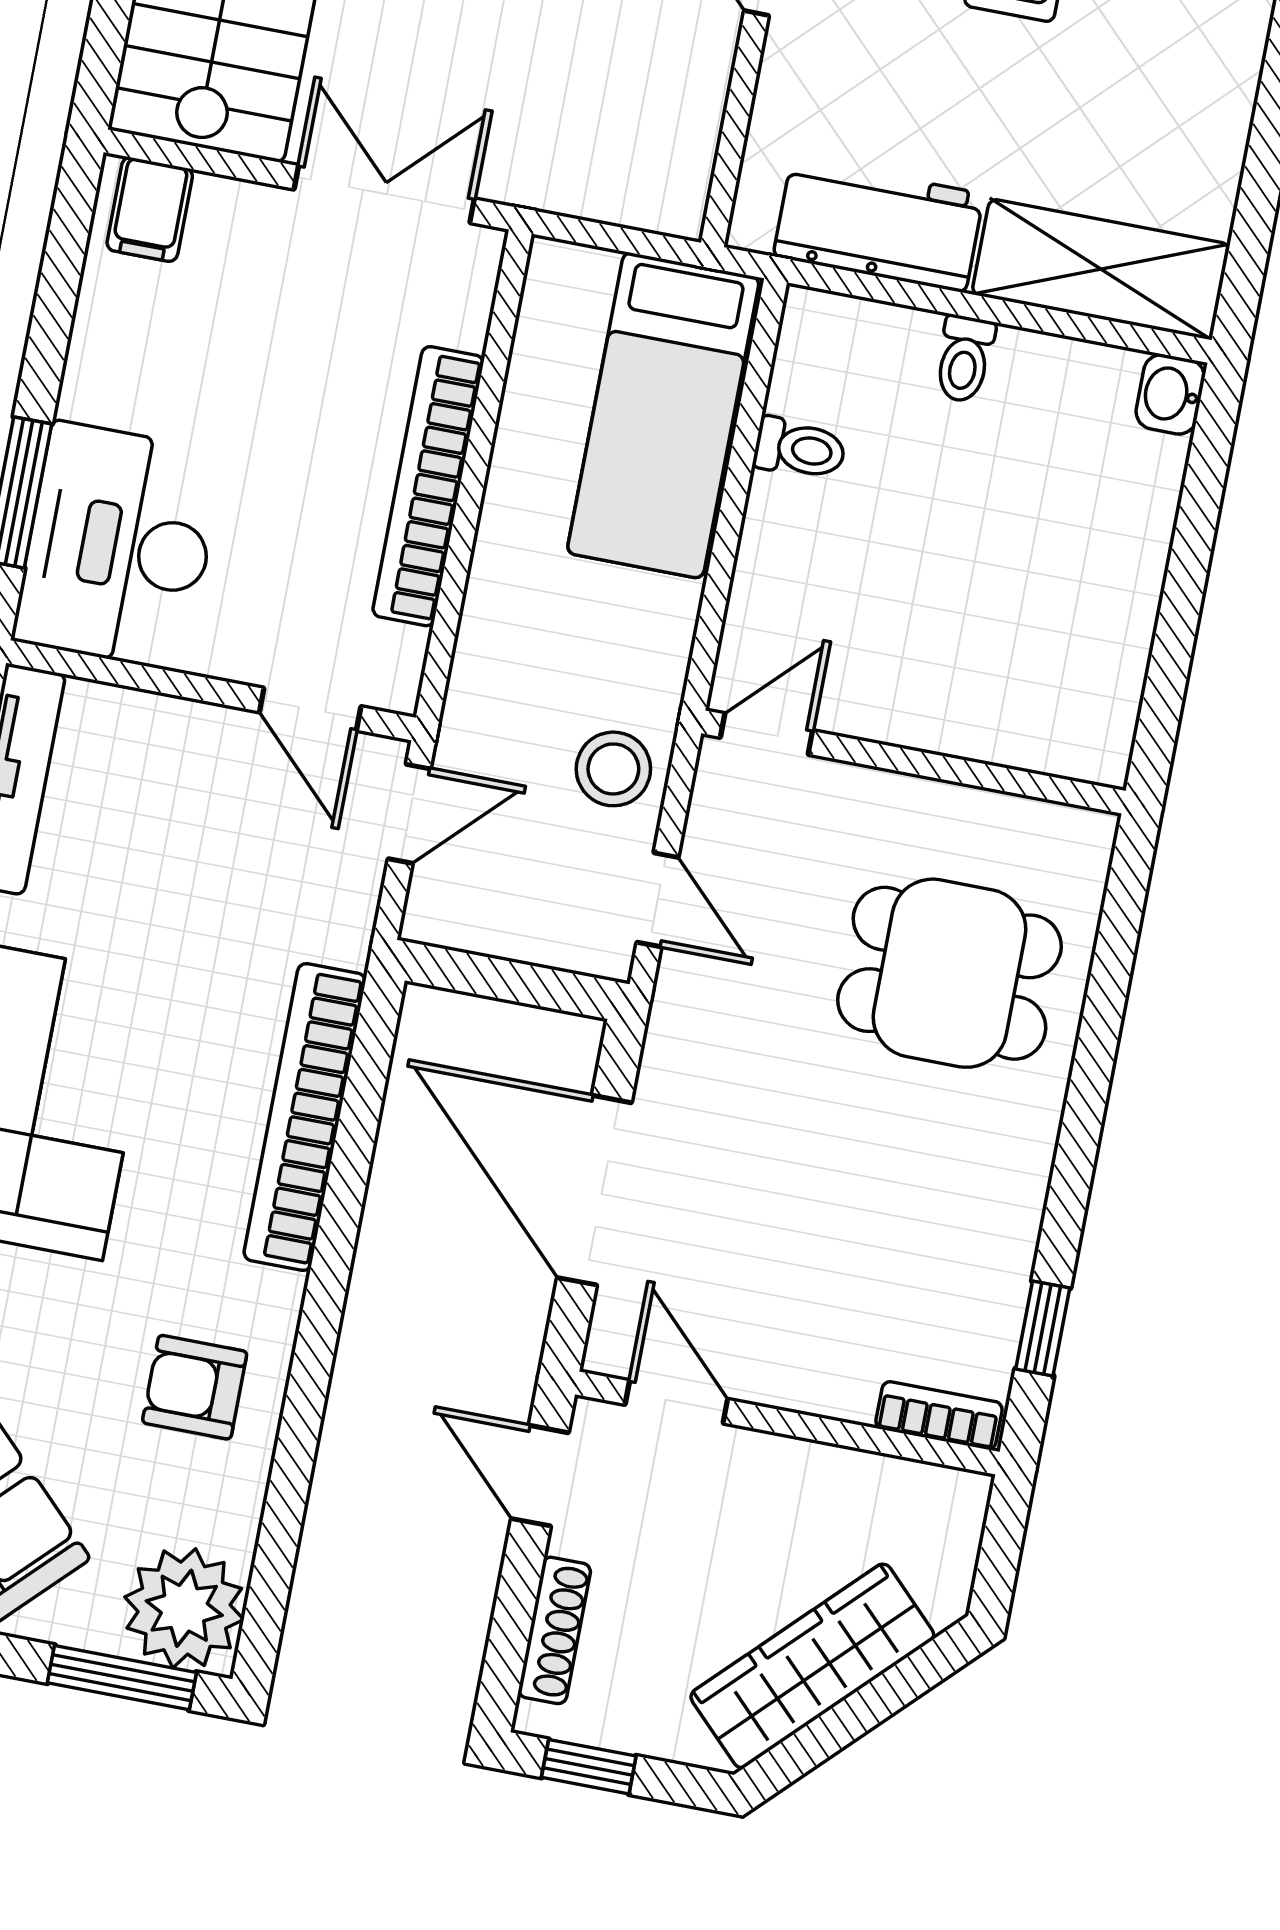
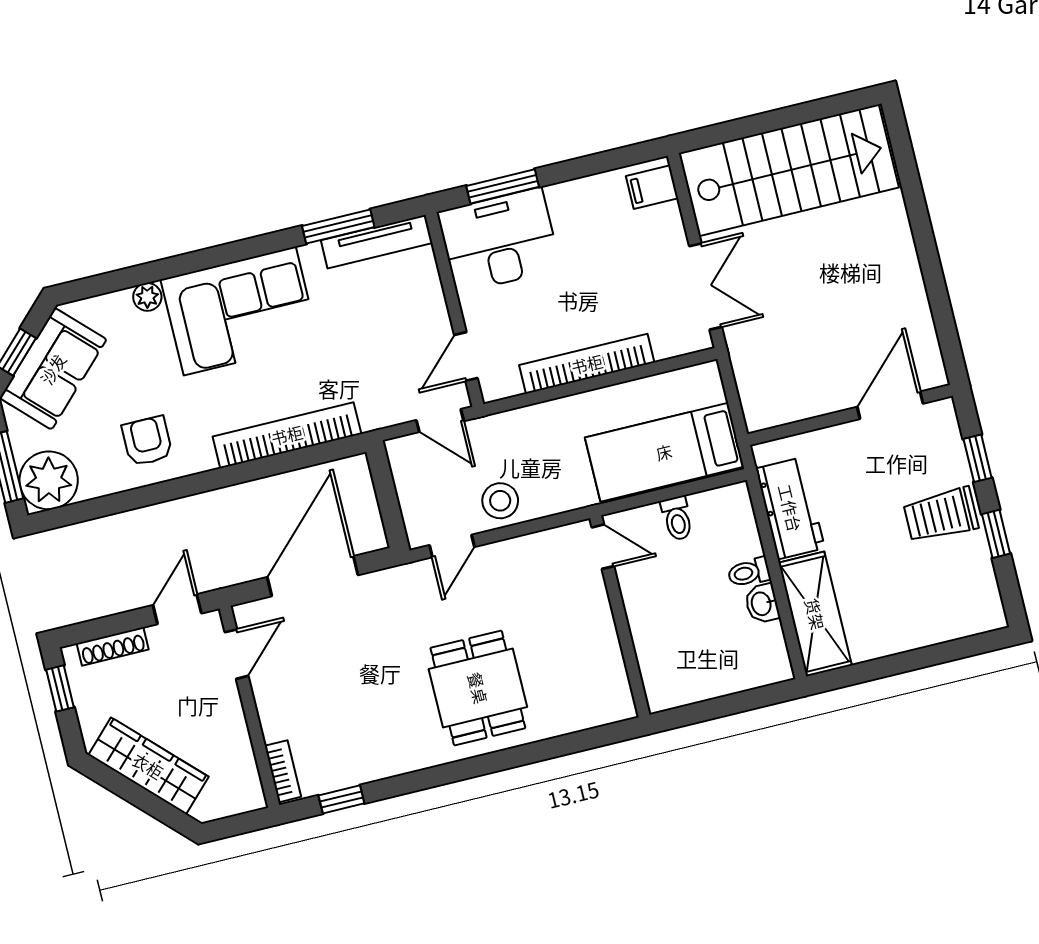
washbasin: (1170, 394) -> (762, 604), moved, turned -90
door: (766, 734) -> (603, 547), moved
wall: (913, 762) -> (620, 616), moved

